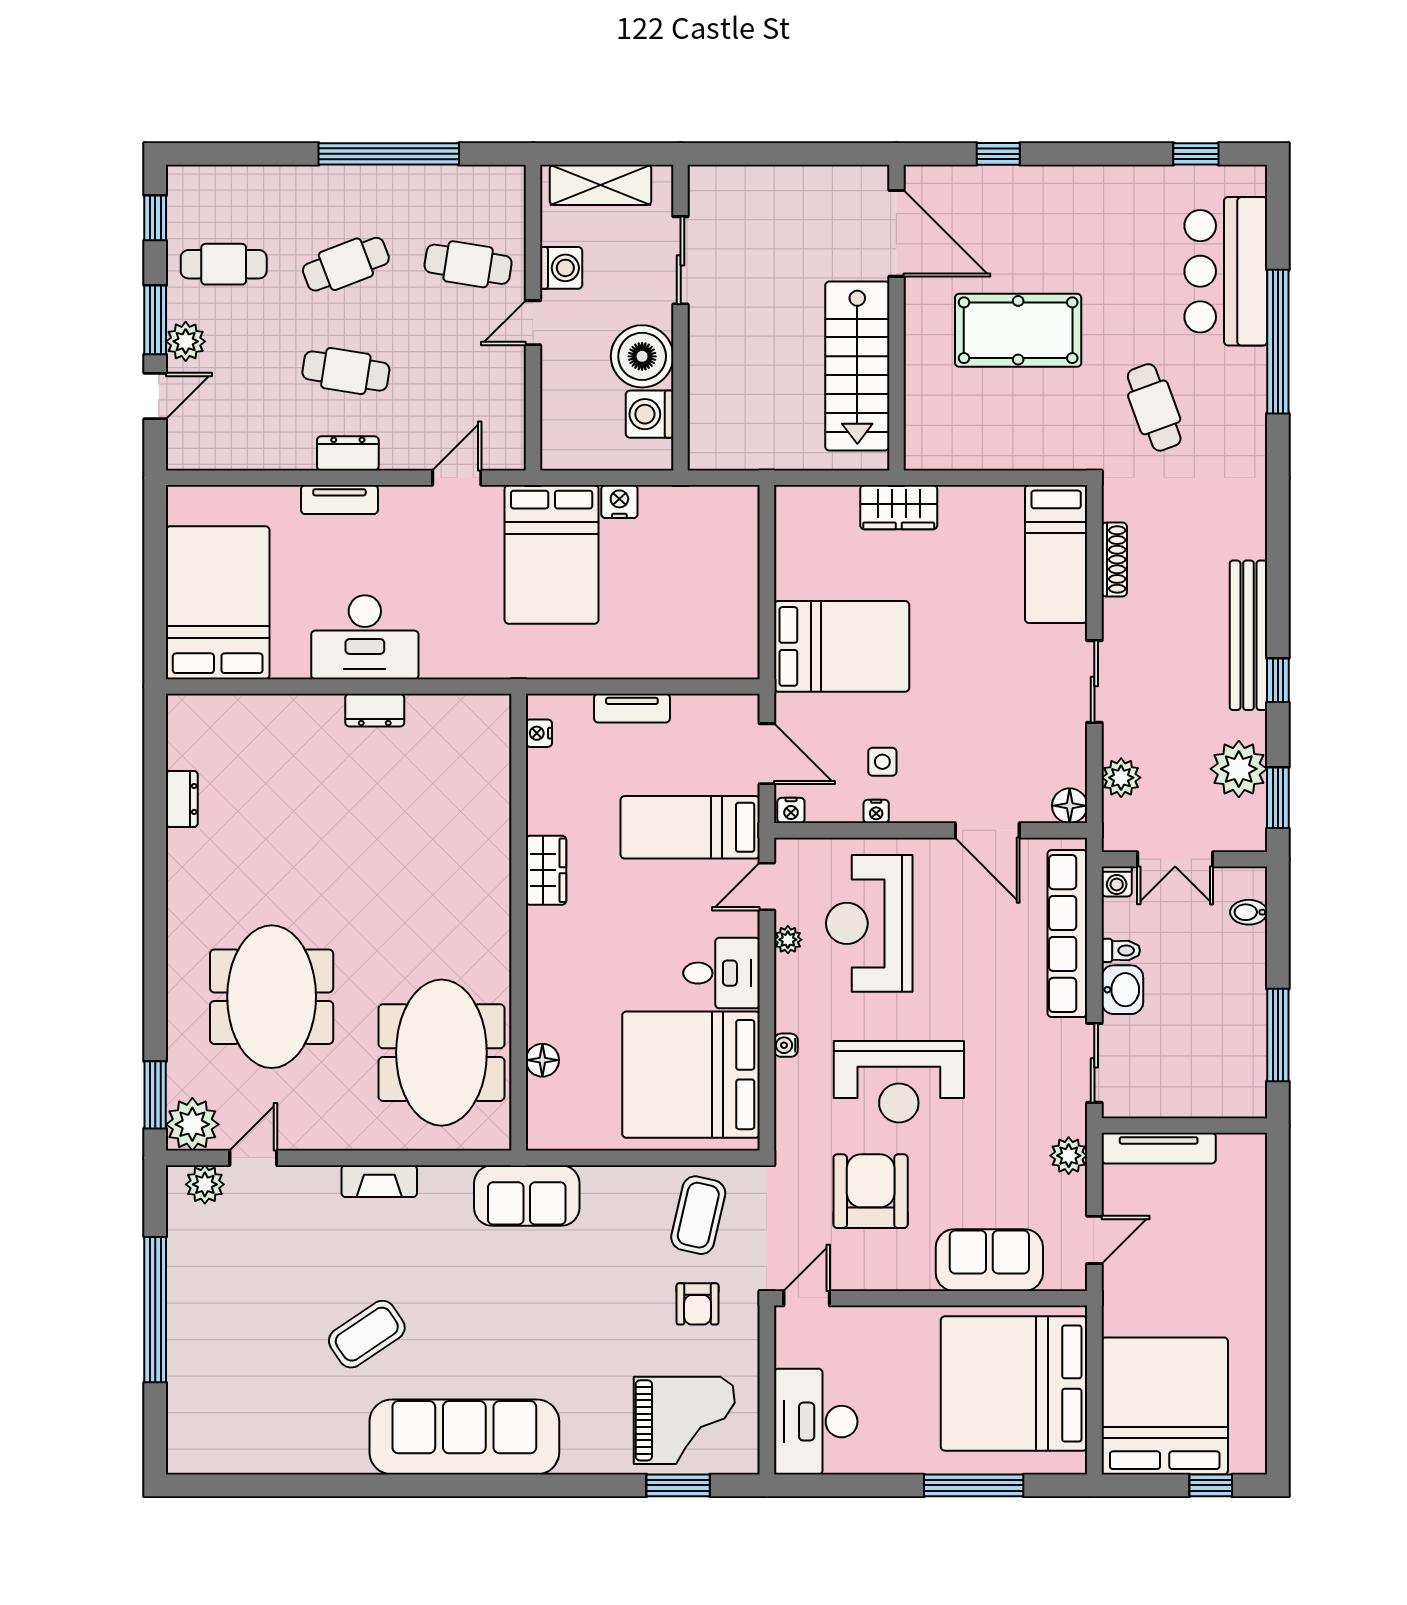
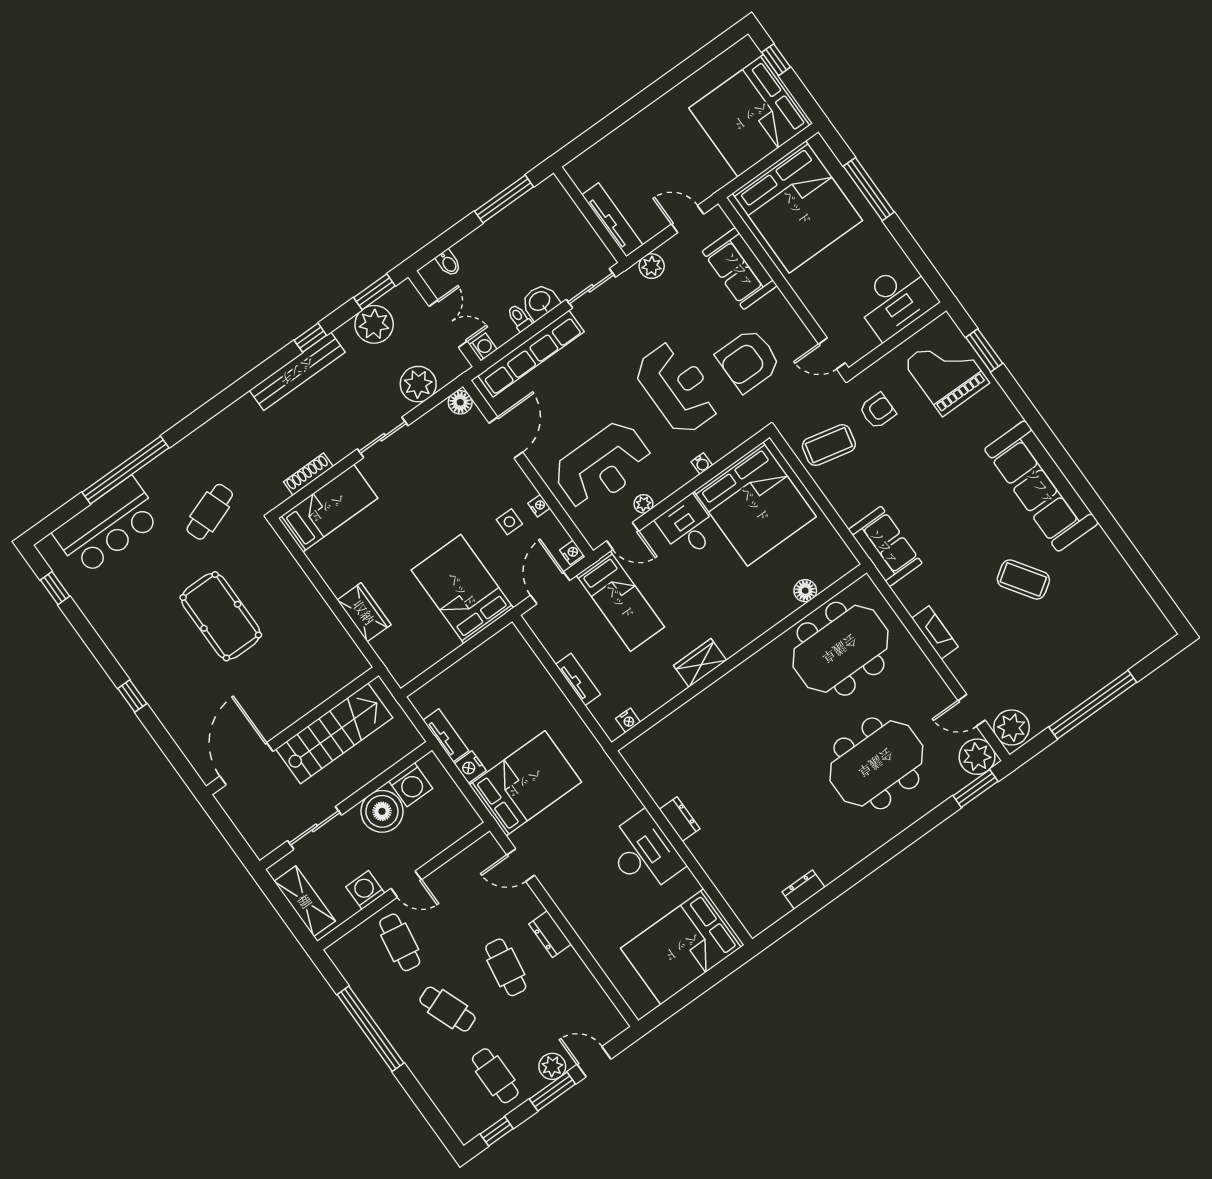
door: (896, 233) -> (246, 764), moved
wall: (896, 318) -> (292, 731), moved
stairs: (857, 366) -> (334, 733), moved
tv unit: (339, 500) -> (446, 735), moved
plant: (1121, 778) -> (418, 384), width x1.36, depth x1.36
plant: (205, 1184) -> (1011, 727), width x1.36, depth x1.36

